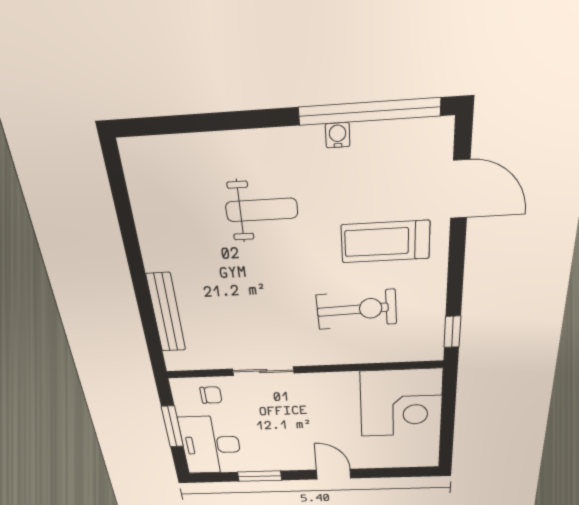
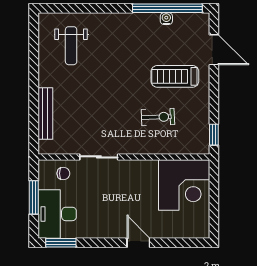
water cooler: (338, 135) -> (166, 19), moved
weight bench: (262, 210) -> (71, 46), moved, turned 90
exercise bike: (357, 309) -> (158, 117), width x0.73, depth x0.72
window: (260, 476) -> (61, 243), moved

